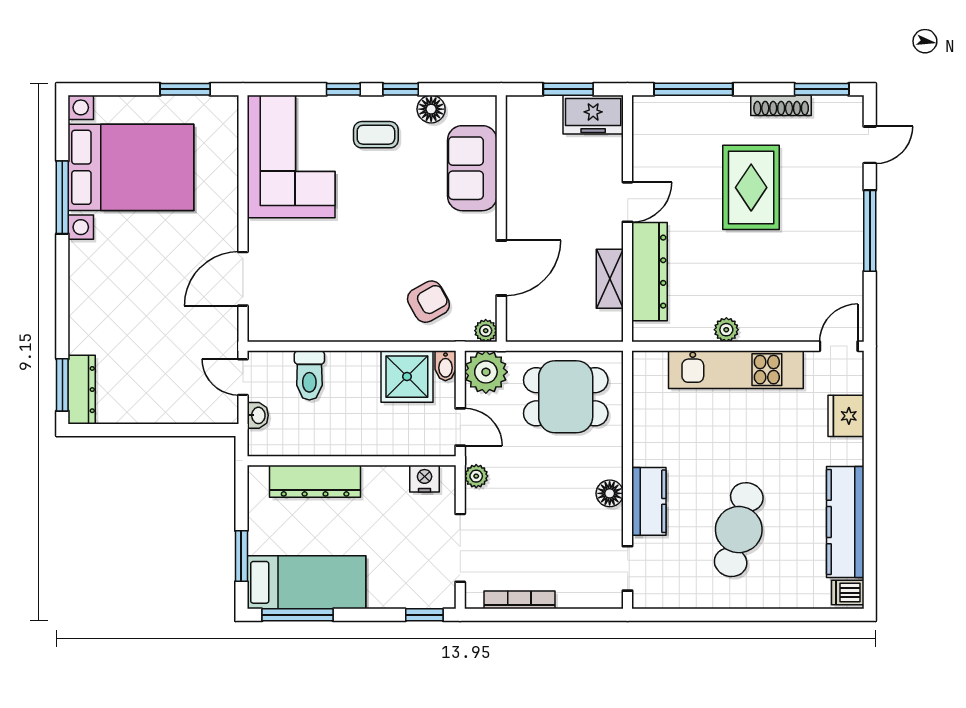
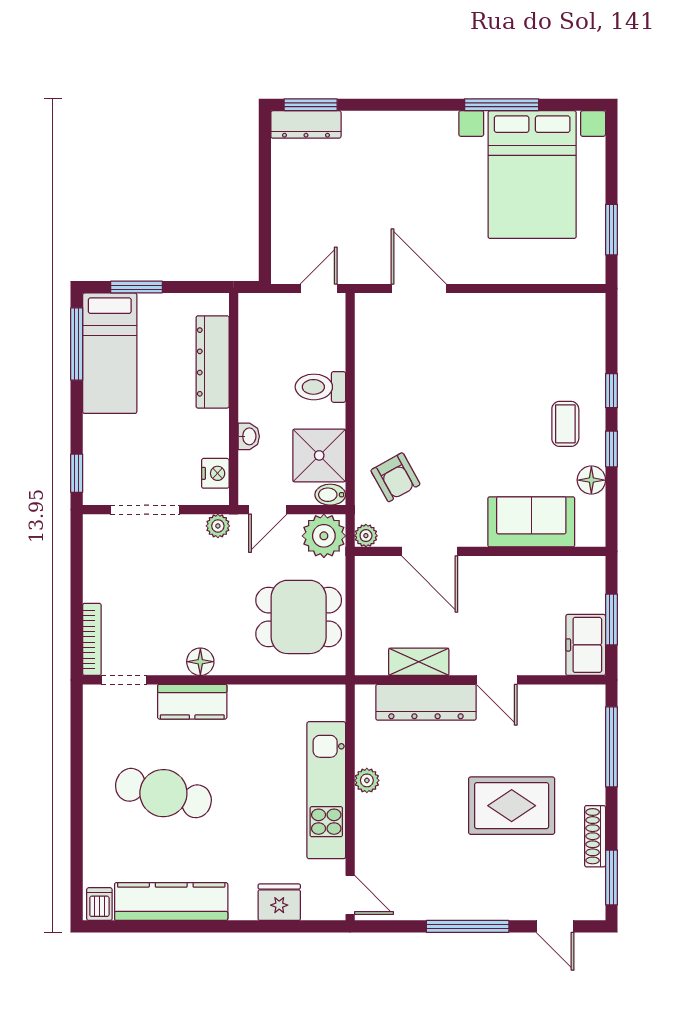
corner sofa: (291, 157) -> (543, 338), removed
toilet: (309, 375) -> (320, 387), moved
dining table: (566, 397) -> (299, 617), turned 90
washbasin: (258, 415) -> (249, 436), moved, turned -90
bookcase: (520, 600) -> (92, 639), moved

